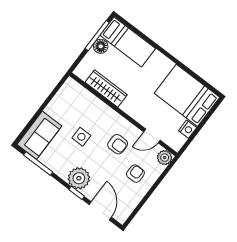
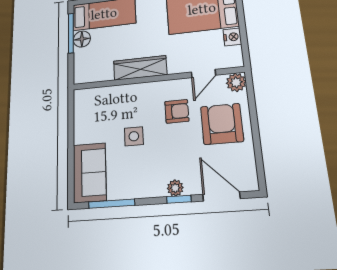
wardrobe: (106, 88) -> (140, 68), moved
armchair: (135, 174) -> (222, 124), width x1.88, depth x1.88
plant: (79, 178) -> (175, 188), width x0.53, depth x0.53

